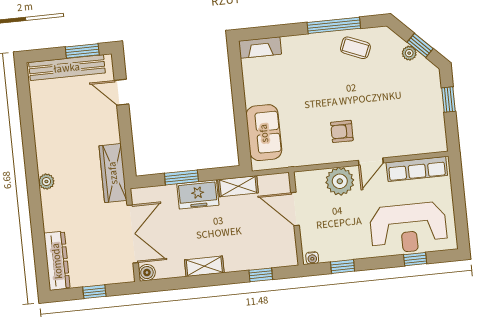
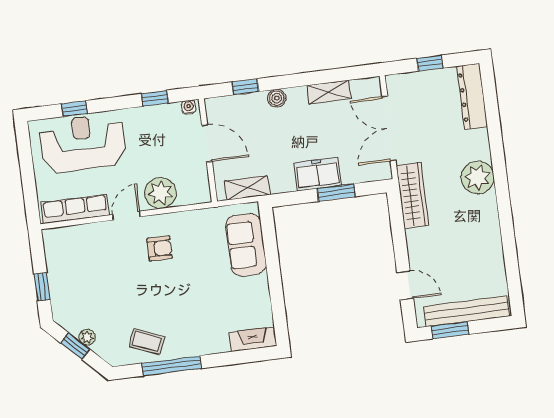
plant: (46, 182) -> (478, 177), width x1.87, depth x1.87
shelving: (238, 186) -> (247, 188), moved
door: (295, 209) -> (207, 143), moved
shelving: (204, 266) -> (329, 92), moved
boiler: (147, 273) -> (277, 98), moved

